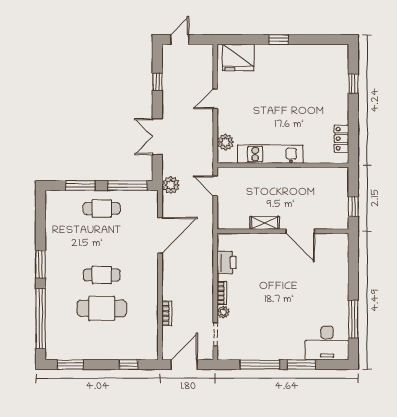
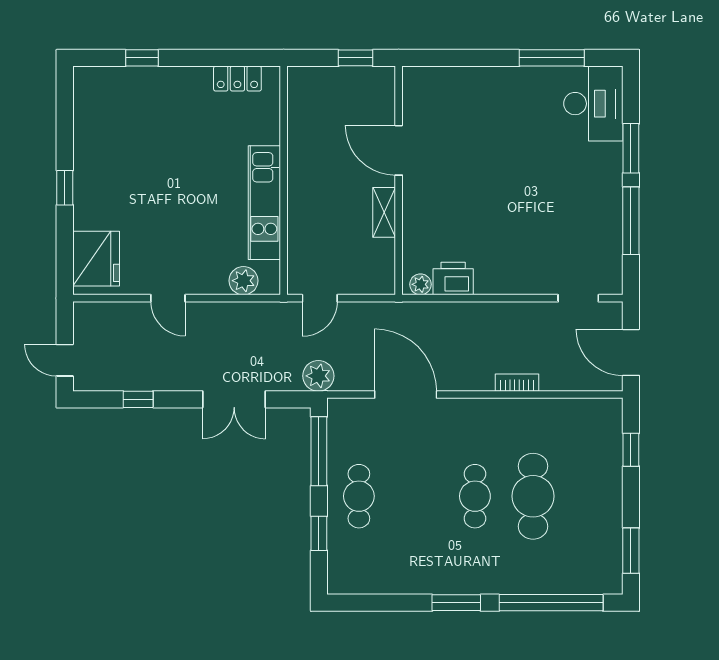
window: (80, 185) -> (319, 533), width x0.67
door: (300, 231) -> (399, 150), swing flipped
bookcase: (222, 293) -> (506, 287), removed
plant: (223, 312) -> (420, 284), moved
bookcase: (167, 313) -> (517, 383), moved

